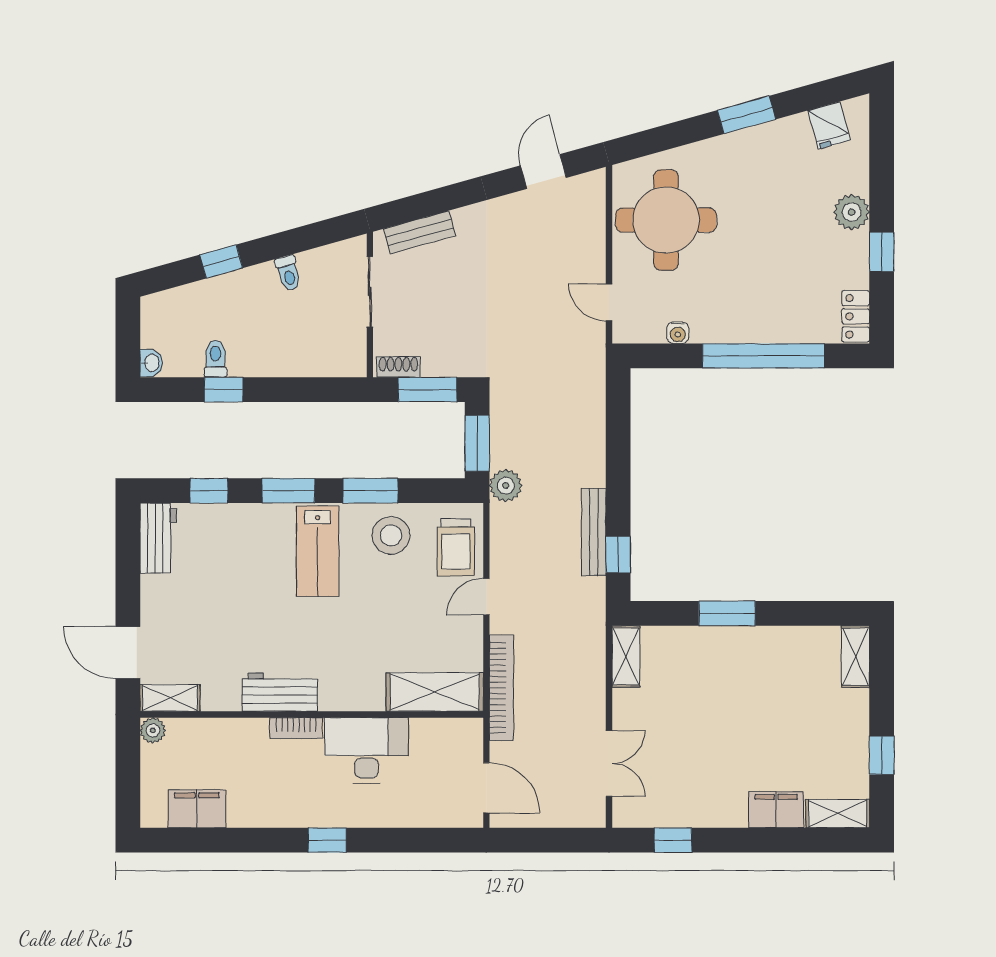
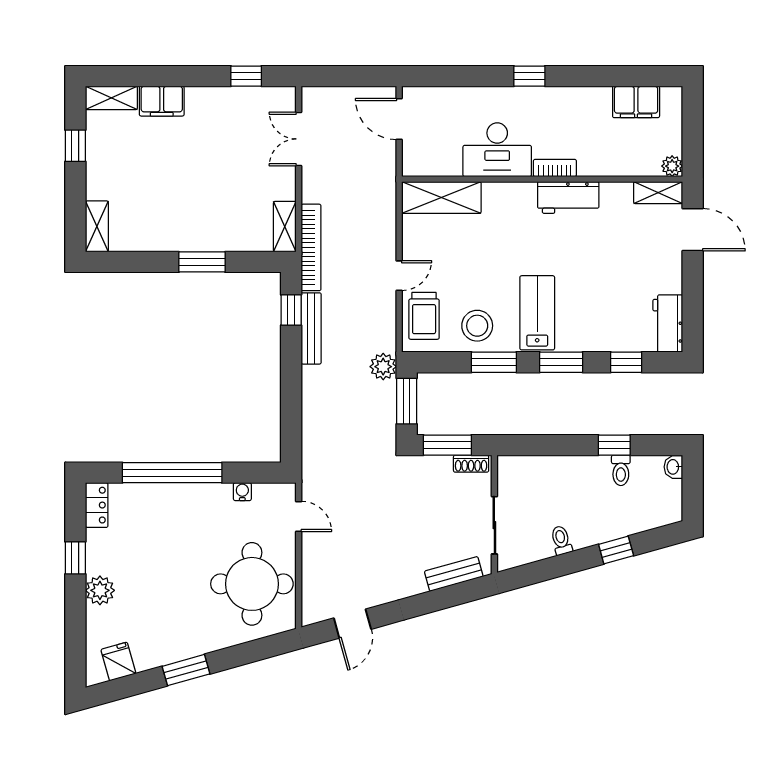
trolley: (456, 547) -> (424, 316), turned 180
bookcase: (501, 688) -> (311, 247), moved, turned 180

